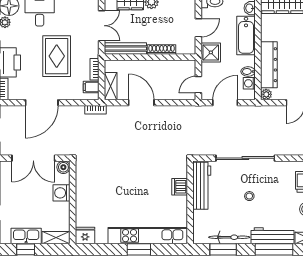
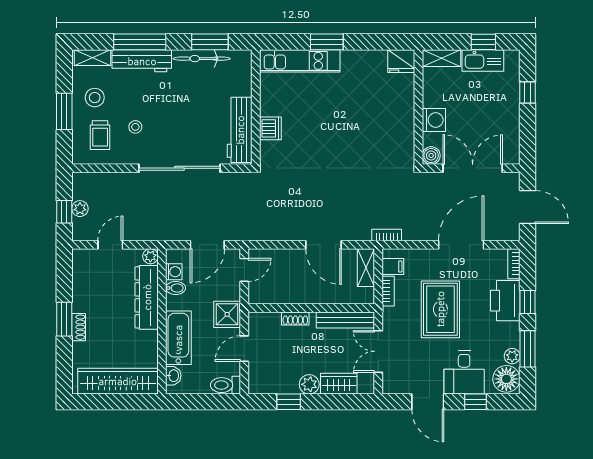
shoe rack: (162, 50) -> (295, 318), width x0.70
stool: (249, 196) -> (135, 127), moved
kitchen unit: (148, 236) -> (300, 61), width x0.73

